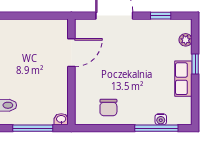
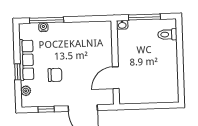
row of seats: (183, 79) -> (26, 60), width x1.48
chair: (108, 108) -> (55, 75), moved, turned 90

